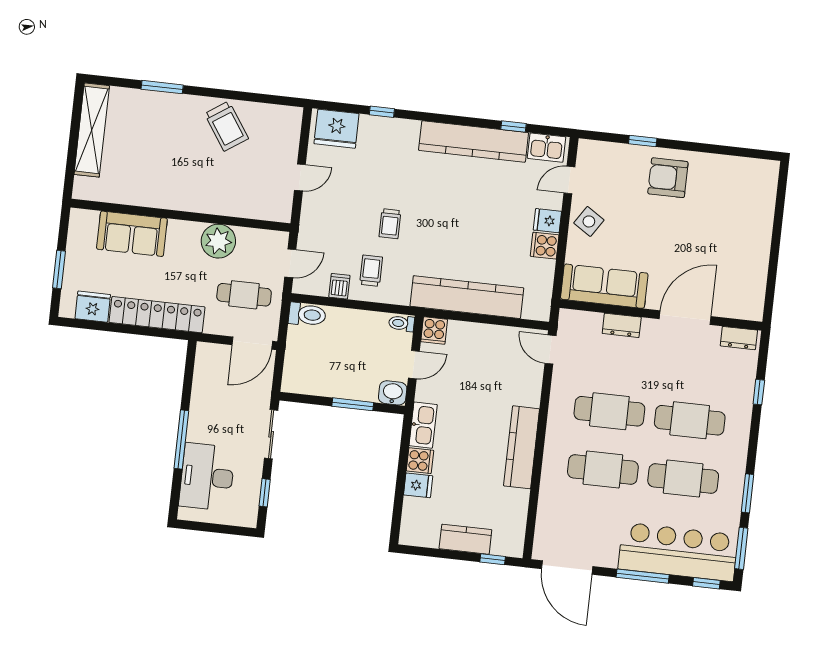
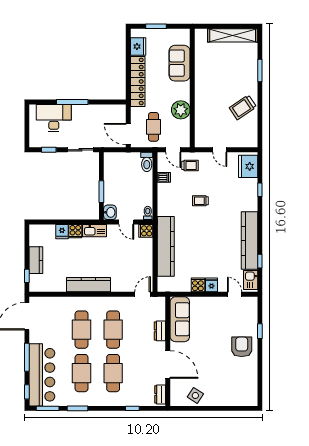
side table: (589, 221) -> (195, 395), moved
trolley: (371, 271) -> (190, 165), moved

